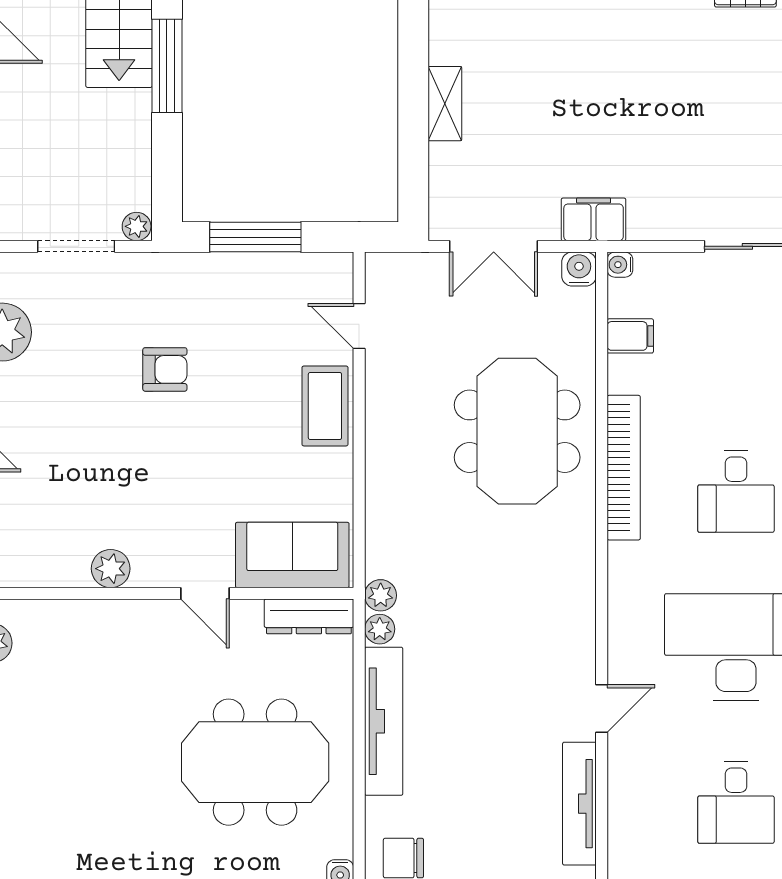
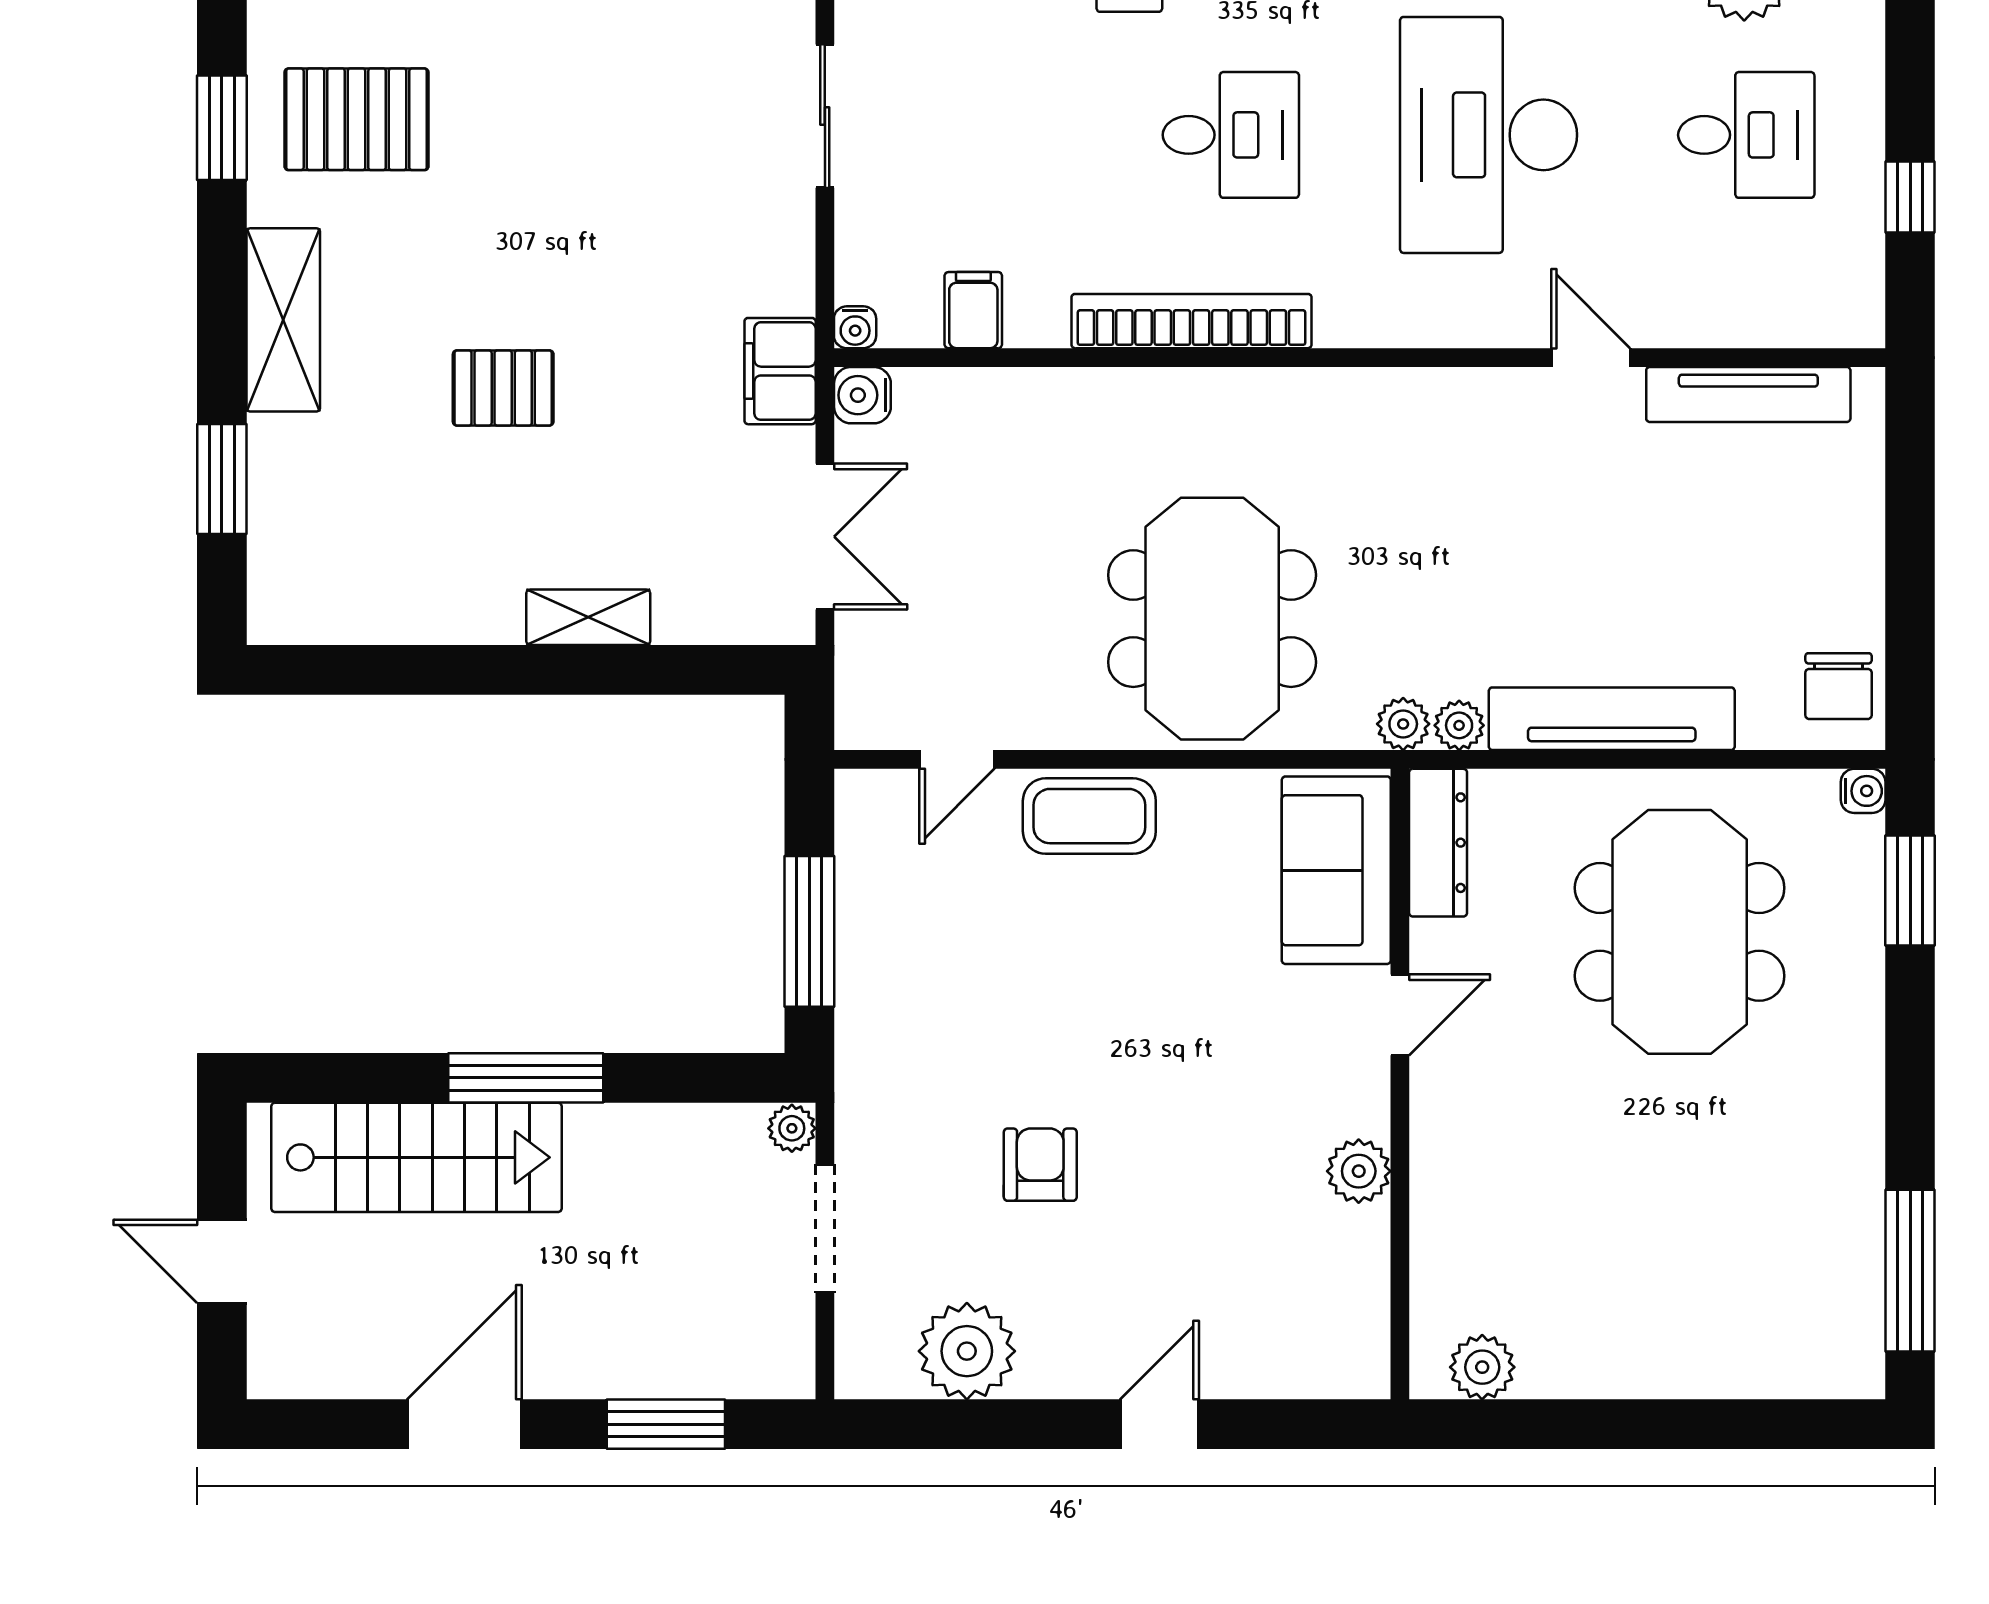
pallet: (583, 52) -> (503, 388), added
armchair: (165, 369) -> (1040, 1165), moved
meeting table: (517, 431) -> (1212, 619), moved, turned 90

